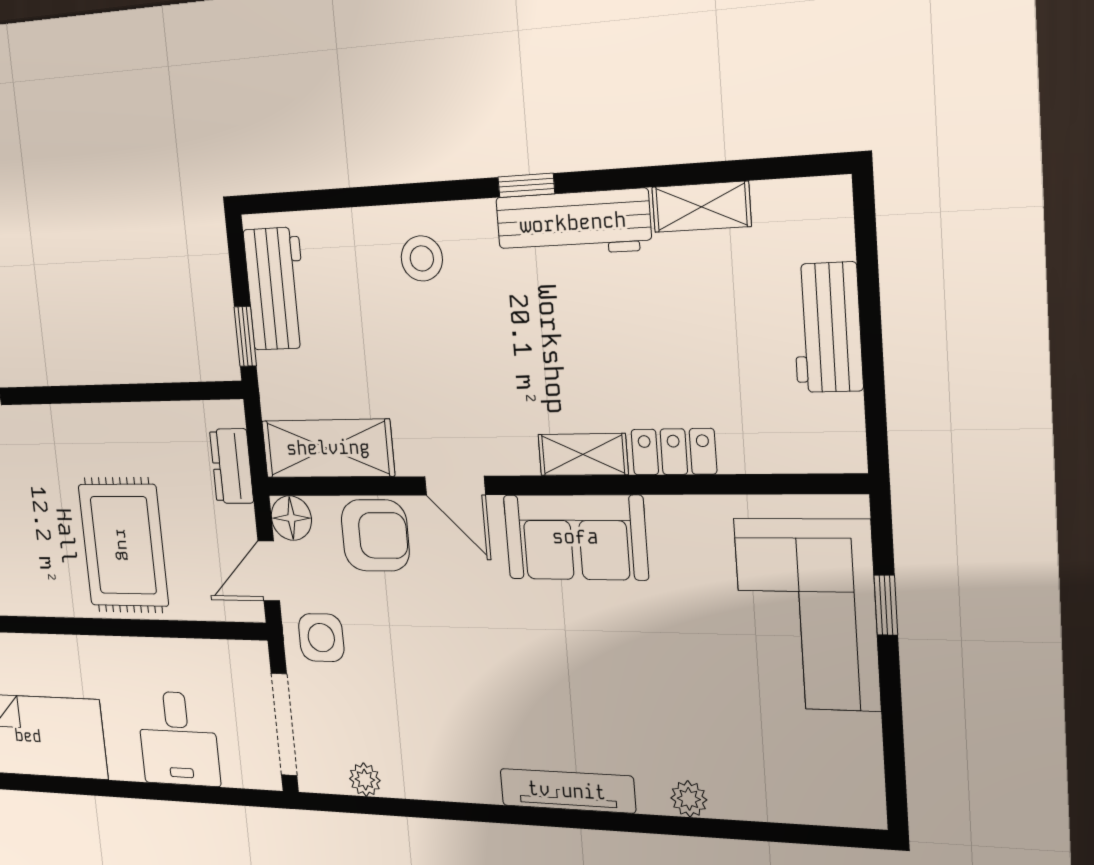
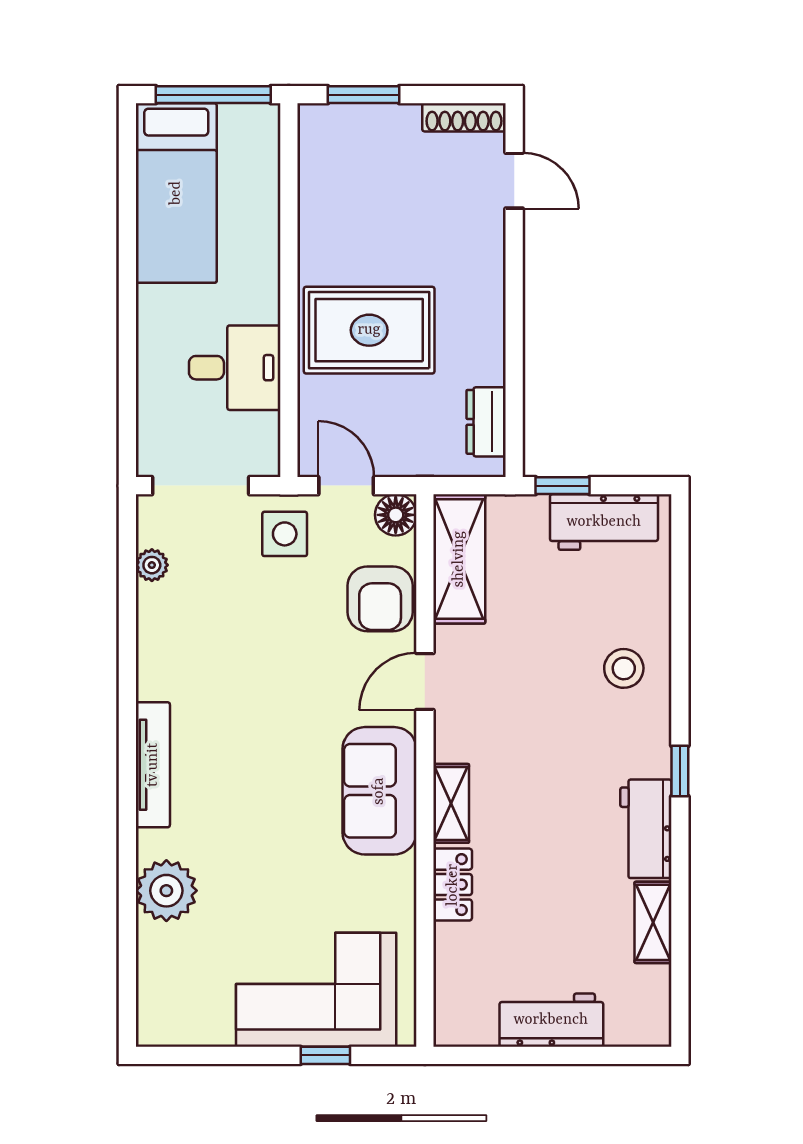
workbench: (573, 223) -> (646, 829), width x0.73
dresser: (232, 466) -> (486, 422), moved, turned -90
desk: (178, 739) -> (235, 368), moved, turned 180
plant: (689, 799) -> (166, 891), width x1.88, depth x1.88

